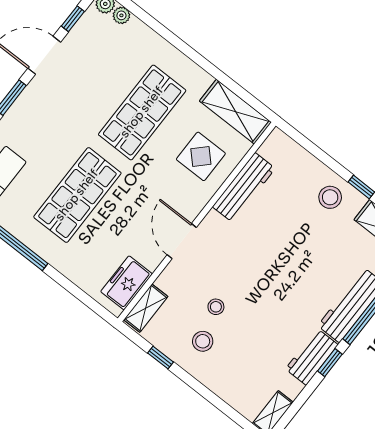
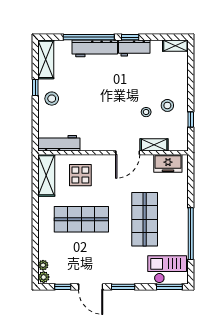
workbench: (244, 188) -> (59, 143), moved
shop shelf: (77, 195) -> (145, 219), turned 90
shelving: (146, 308) -> (154, 145), moved

